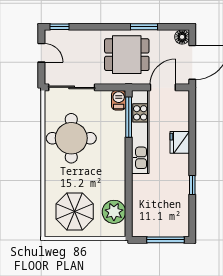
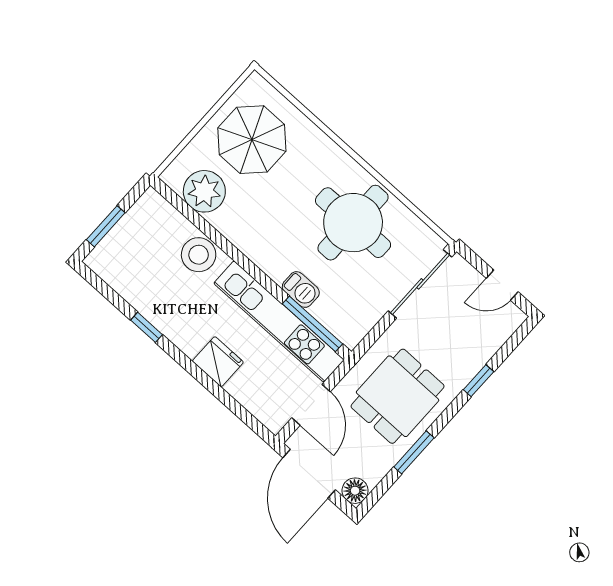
window: (60, 27) -> (479, 381), moved
barbecue: (119, 100) -> (301, 290), moved
stool: (143, 191) -> (199, 255), added
window: (165, 240) -> (106, 226), width x0.69

